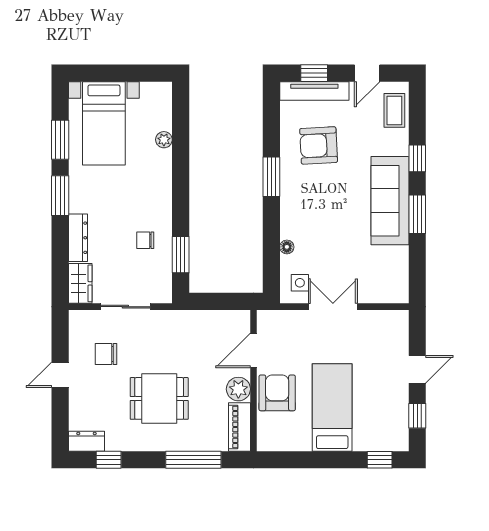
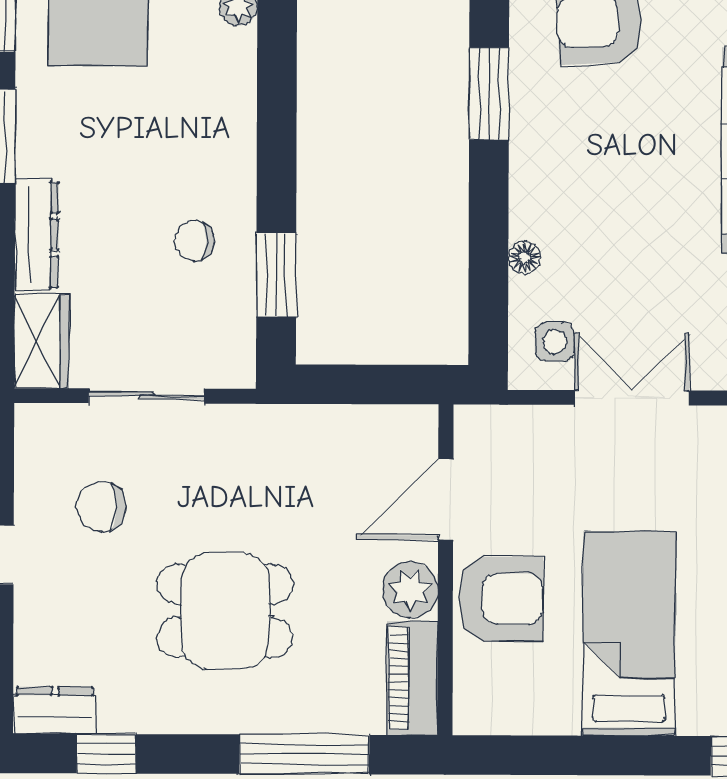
armchair: (277, 393) -> (501, 599), turned 90

